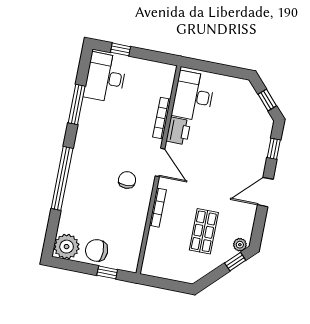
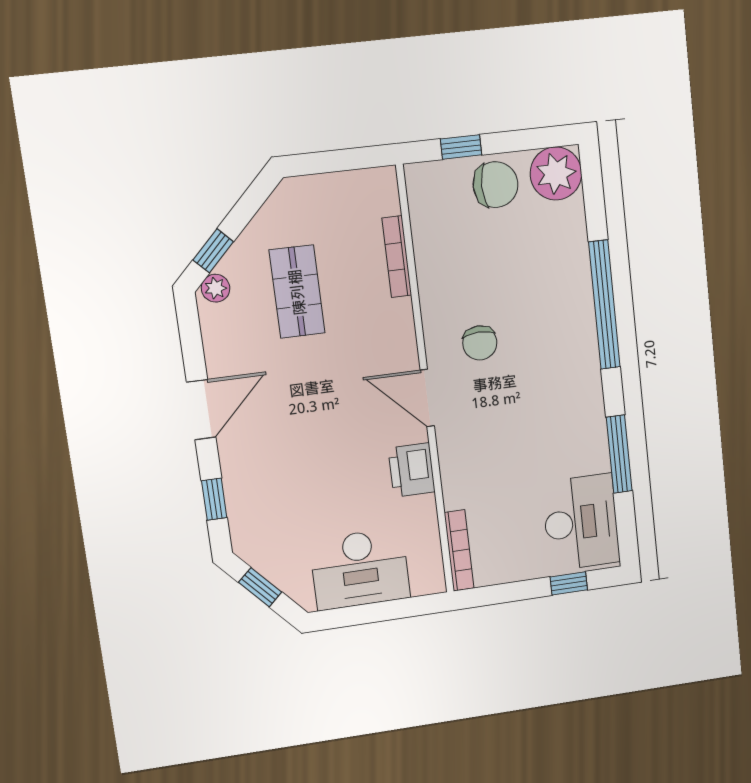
desk: (193, 96) -> (360, 569), moved, turned 90
bookcase: (162, 118) -> (459, 550), moved
bookcase: (158, 208) -> (397, 257), moved

